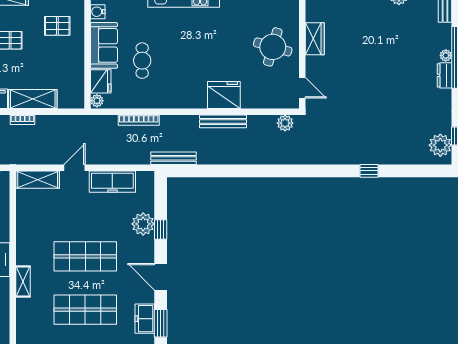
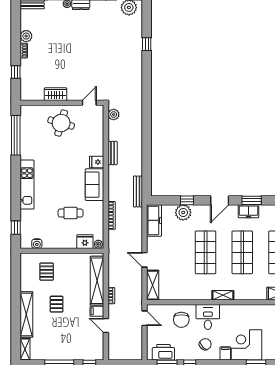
sofa: (104, 45) -> (95, 185), moved, turned -90
fridge: (224, 95) -> (97, 162), width x0.53, depth x0.75
shelving: (33, 99) -> (97, 281), width x1.47
bench: (223, 121) -> (113, 153), width x0.73
window: (369, 171) -> (147, 44), moved
freezer: (112, 182) -> (154, 220), moved

